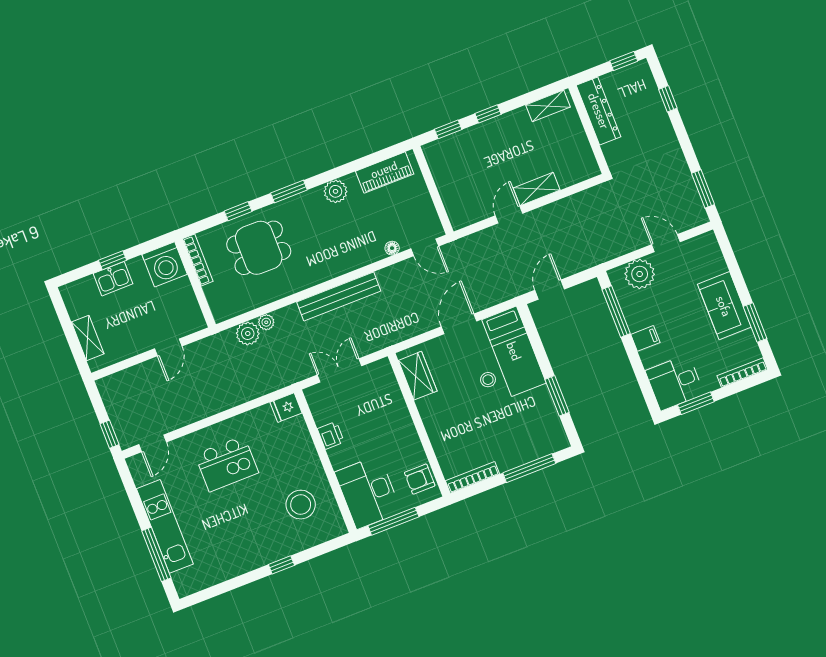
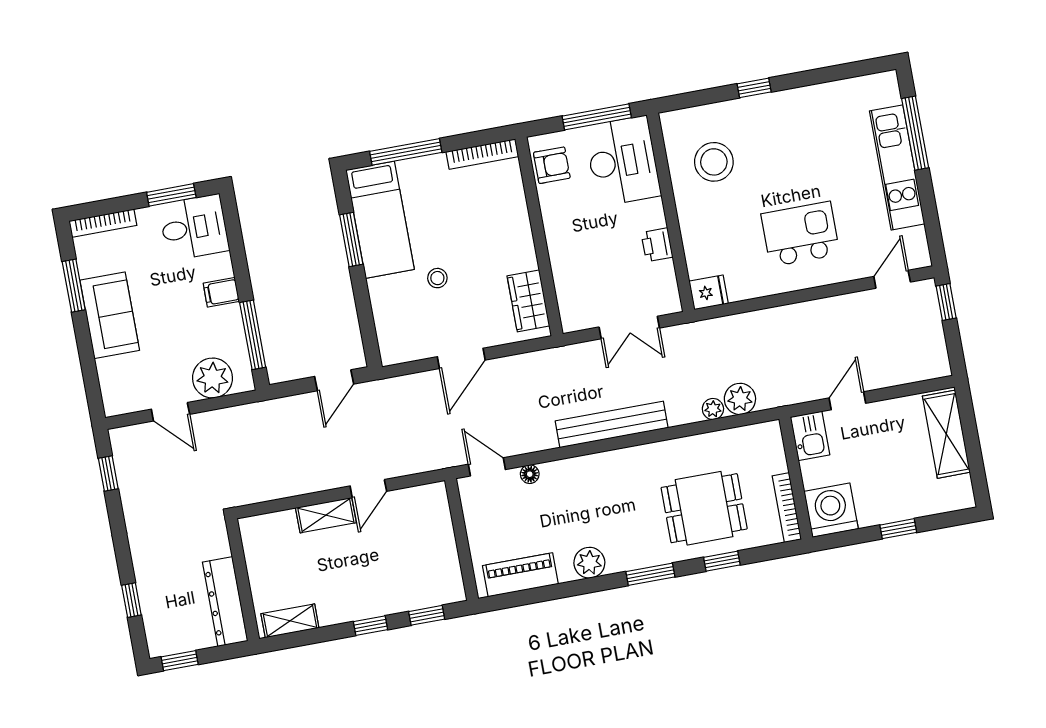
window: (703, 189) -> (108, 473), width x0.67
kitchen sink: (113, 279) -> (810, 436), moved, turned 90
shelving: (88, 338) -> (946, 434), width x1.50, depth x1.33
bed: (514, 351) -> (380, 220), moved, turned 180

